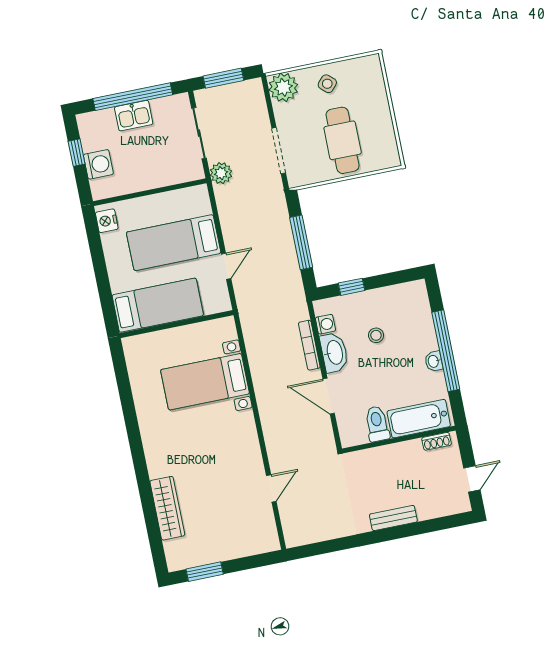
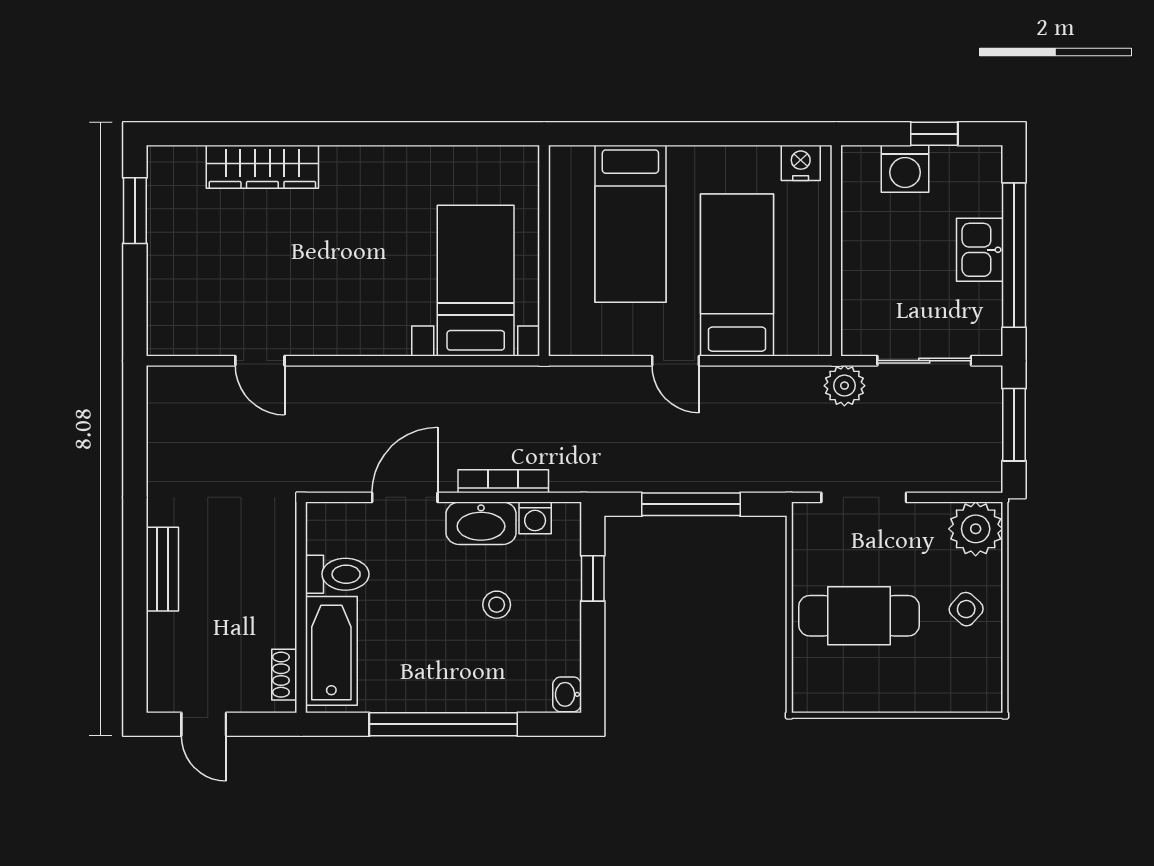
wall: (177, 324) -> (544, 251), moved
washbasin: (434, 361) -> (567, 694), moved, turned -90

